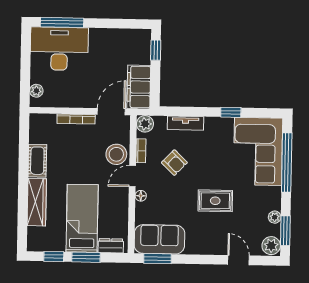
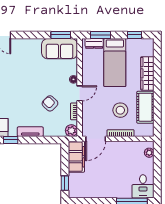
desk: (59, 49) -> (143, 186), width x0.53, depth x0.77
tv unit: (186, 123) -> (30, 132), moved
stool: (116, 154) -> (120, 110), moved
cot: (37, 161) -> (145, 107), width x1.37, depth x1.34
rug: (215, 201) -> (20, 77), removed
window: (86, 257) -> (101, 35), moved

